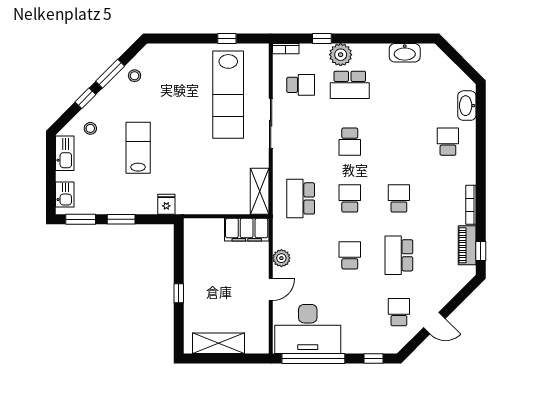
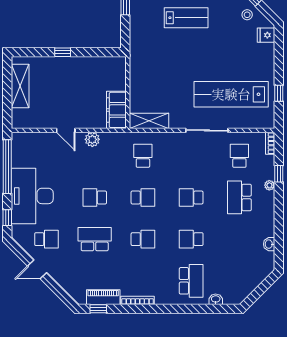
washbasin: (405, 53) -> (269, 244), width x0.52, depth x0.69
plant: (341, 55) -> (269, 185), width x0.53, depth x0.53
school desk: (301, 85) -> (239, 156), turned 180
washbasin: (467, 106) -> (216, 299), width x0.52, depth x0.69
school desk: (399, 142) -> (191, 239), added
school desk: (448, 142) -> (191, 281), width x1.85
school desk: (301, 198) -> (143, 156), width x0.54
fridge: (166, 204) -> (266, 35), moved, turned 180
school desk: (350, 255) -> (95, 197), turned 180
door: (434, 323) -> (37, 269), hinge flipped
desk: (308, 329) -> (32, 196), moved

